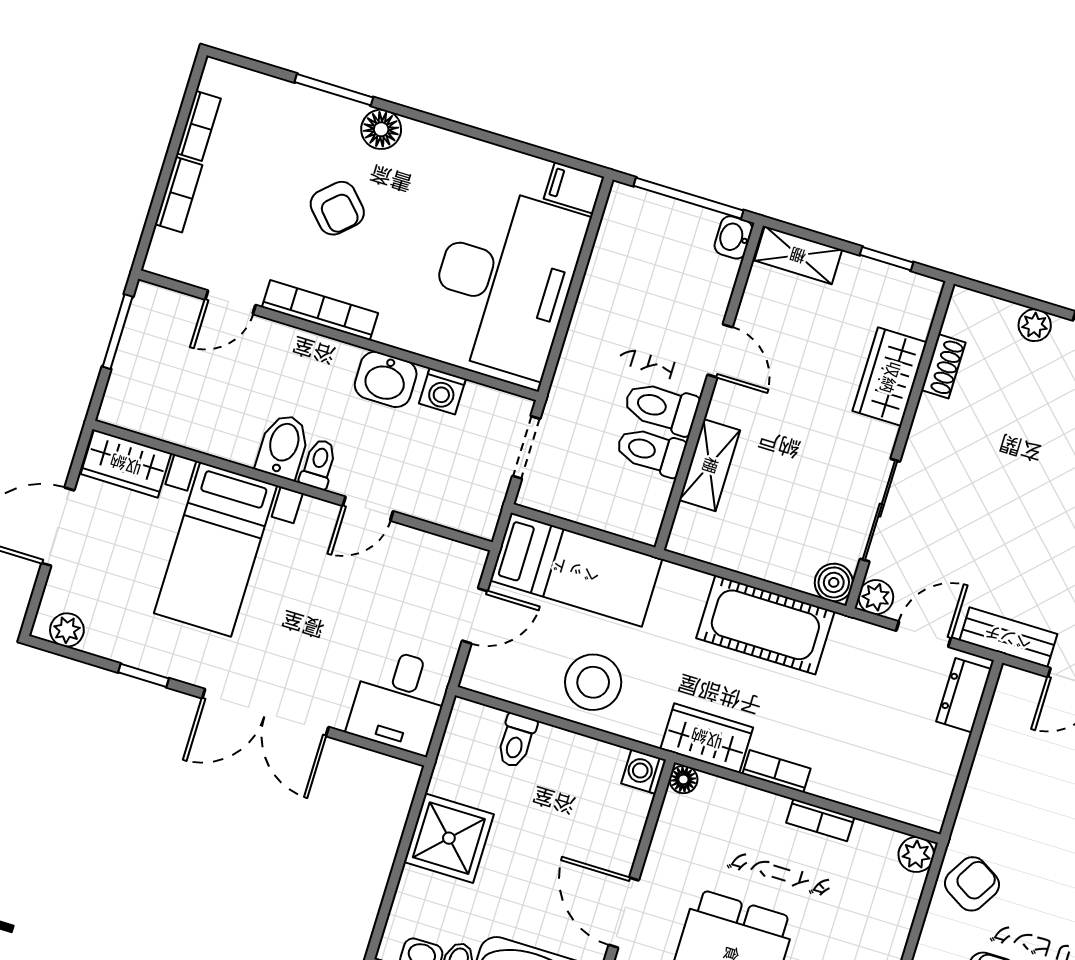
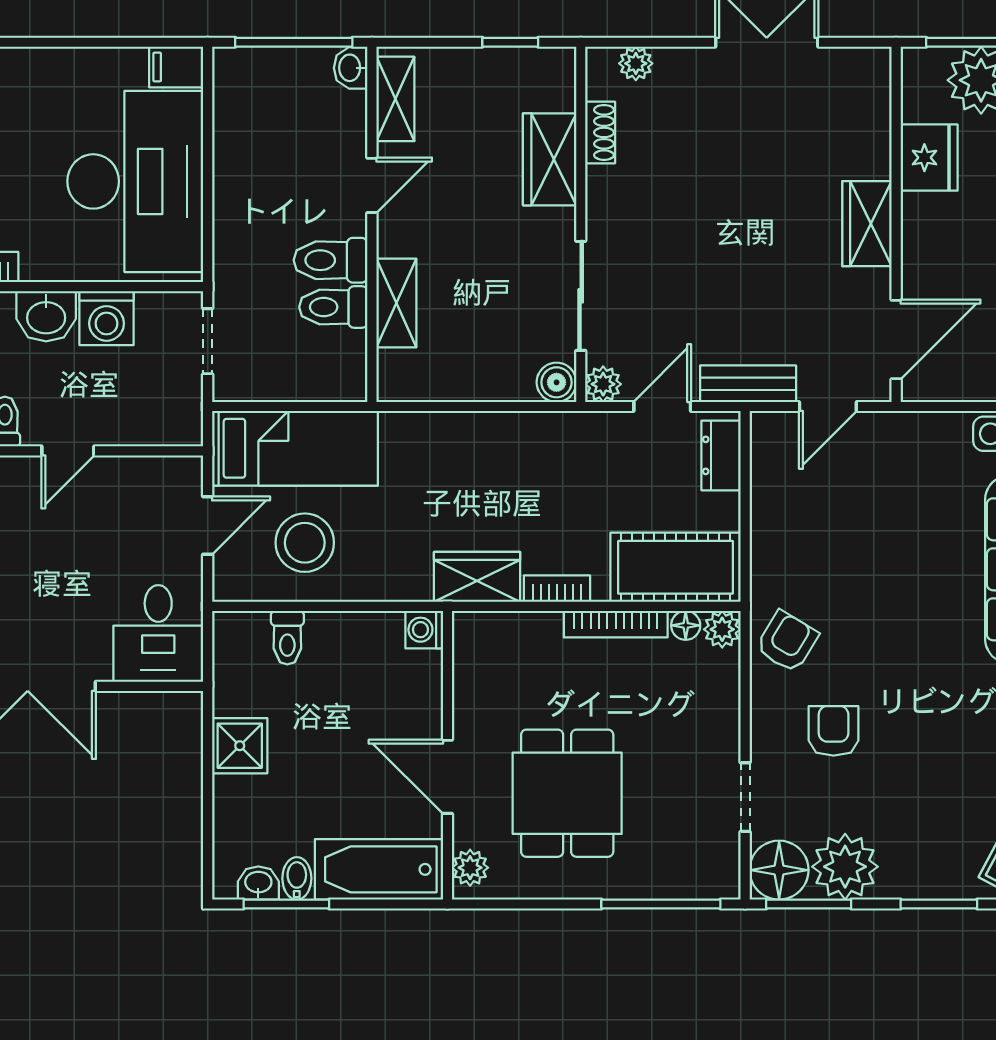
shelving: (798, 255) -> (395, 99), moved, turned 90
plant: (1035, 325) -> (636, 63), moved
door: (720, 351) -> (372, 185), hinge flipped
washing machine: (442, 391) -> (107, 318), width x1.38, depth x1.38
cot: (765, 625) -> (676, 567), moved
stool: (593, 682) -> (305, 543), moved
floor lamp: (683, 779) -> (686, 625), moved
bookcase: (820, 820) -> (616, 624), width x1.56
shower: (449, 838) -> (240, 746), width x0.73, depth x0.73

